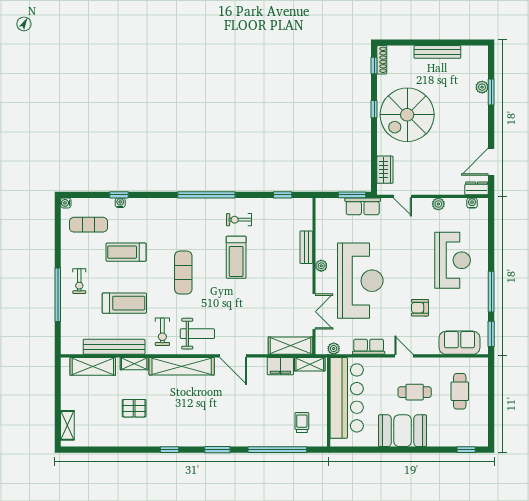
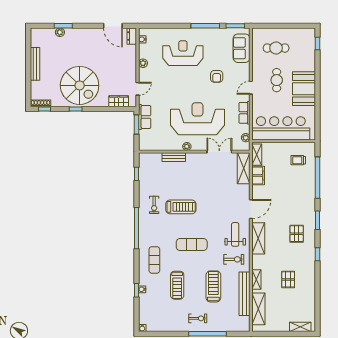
exercise mat: (88, 225) -> (154, 260), moved
shelving: (182, 366) -> (258, 238), width x0.68
pallet: (198, 420) -> (297, 234), added

